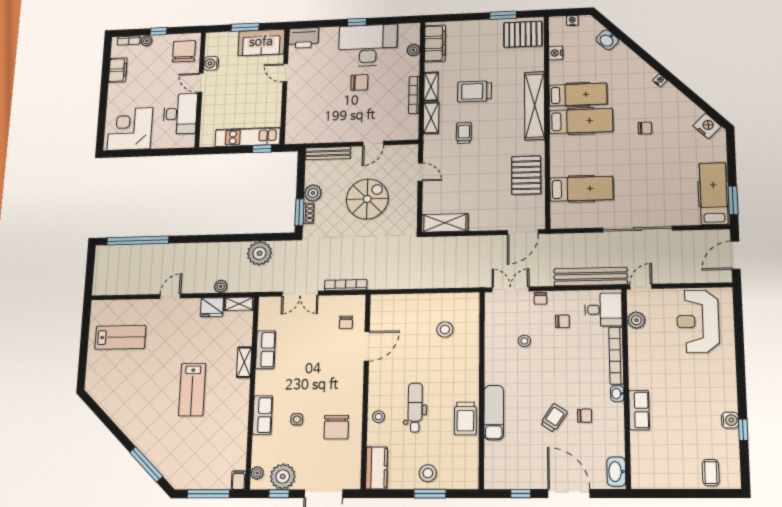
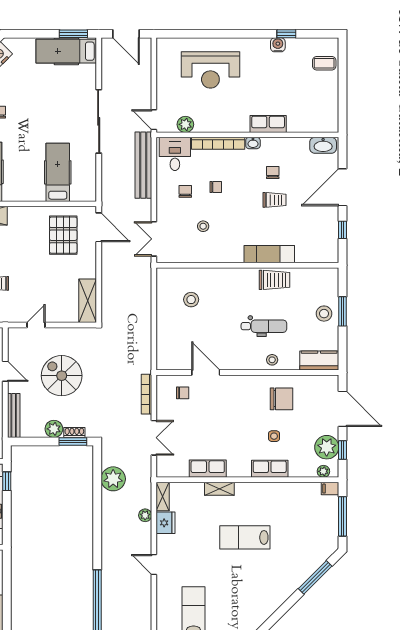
pallet: (526, 175) -> (63, 235), moved, turned 90
chair: (540, 298) -> (216, 187), moved
reception desk: (698, 321) -> (210, 70), moved
lab bench: (192, 390) -> (245, 537), turned 180
dental chair: (415, 407) -> (264, 326), turned 180
trolley: (554, 418) -> (275, 200), turned 146

